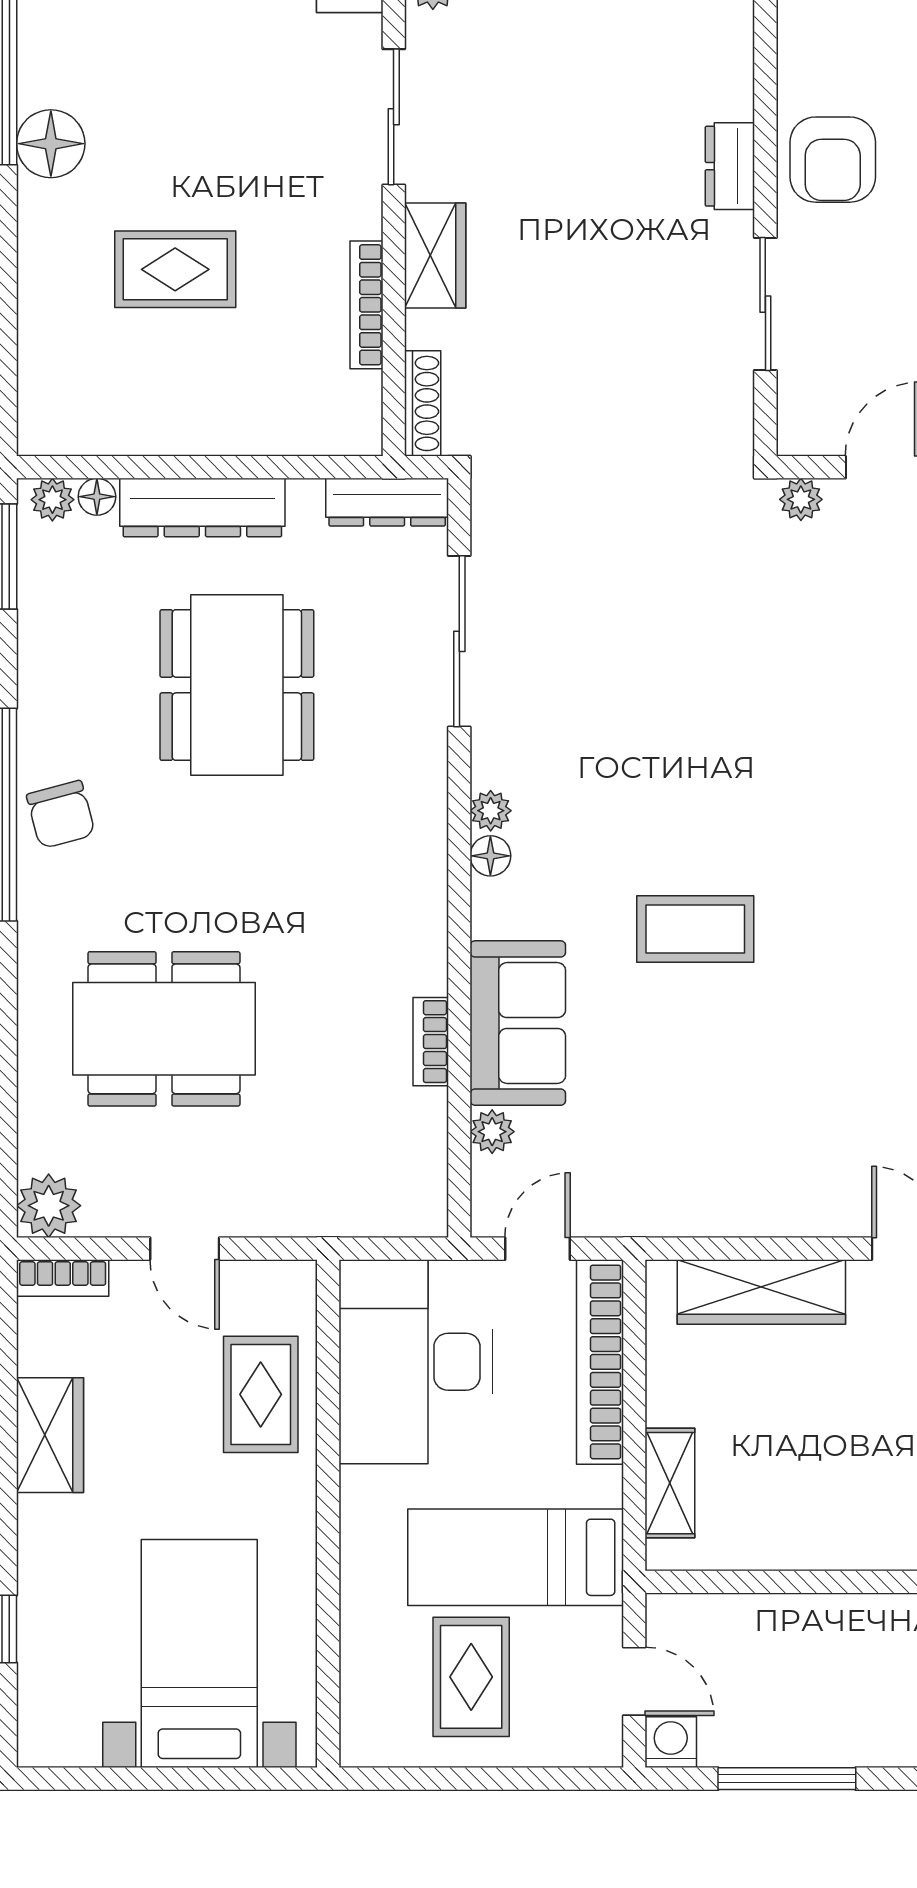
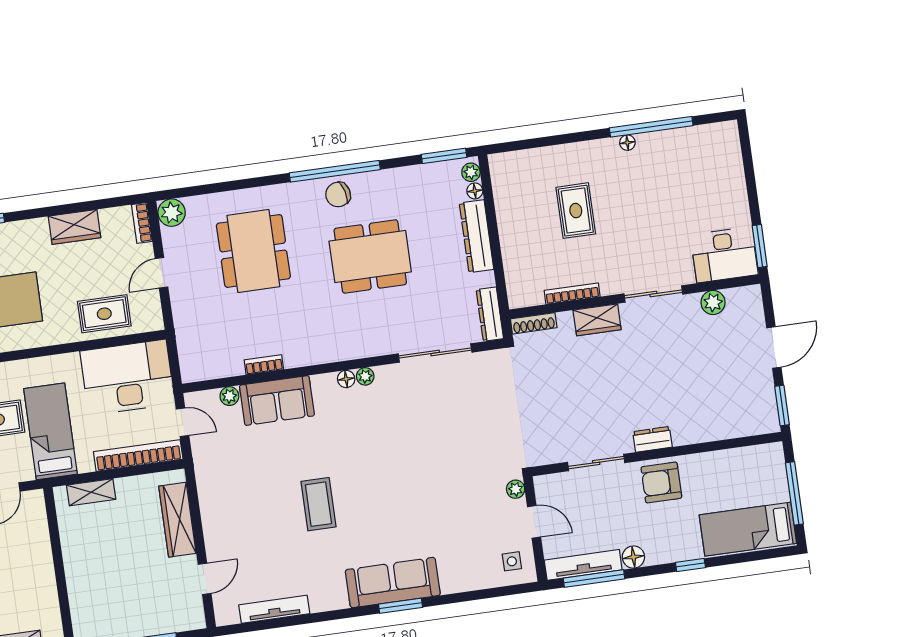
floor lamp: (51, 144) -> (627, 143), width x0.53, depth x0.53
dining table: (237, 685) -> (370, 256), moved
coffee table: (695, 929) -> (318, 504), moved

